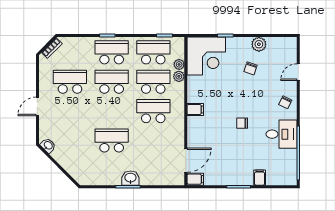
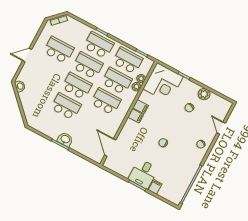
door: (298, 72) -> (221, 128), hinge flipped
school desk: (112, 111) -> (77, 86), added
desk: (282, 134) -> (143, 174), moved, turned 90
door: (186, 160) -> (110, 147), swing flipped
filing cabinet: (195, 179) -> (141, 107), moved

